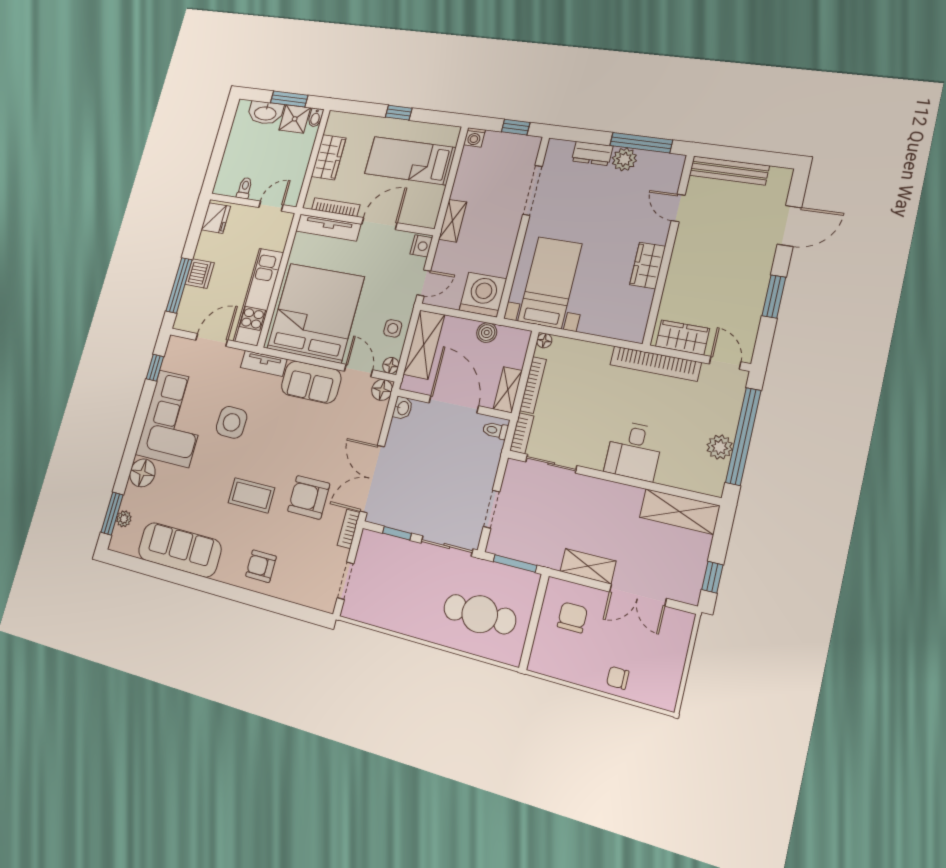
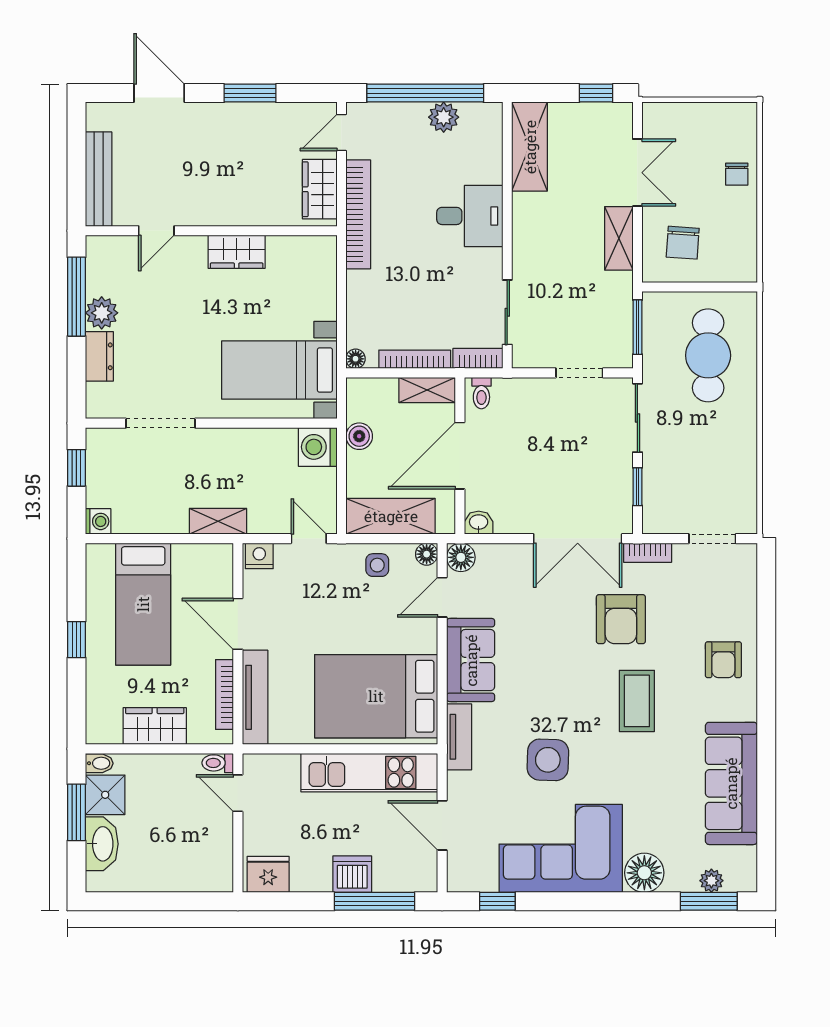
toilet: (245, 188) -> (218, 763), moved
washing machine: (483, 295) -> (318, 447), width x0.73, depth x0.73
bed: (316, 313) -> (376, 696), width x0.73
chair: (572, 617) -> (683, 243), turned -86

